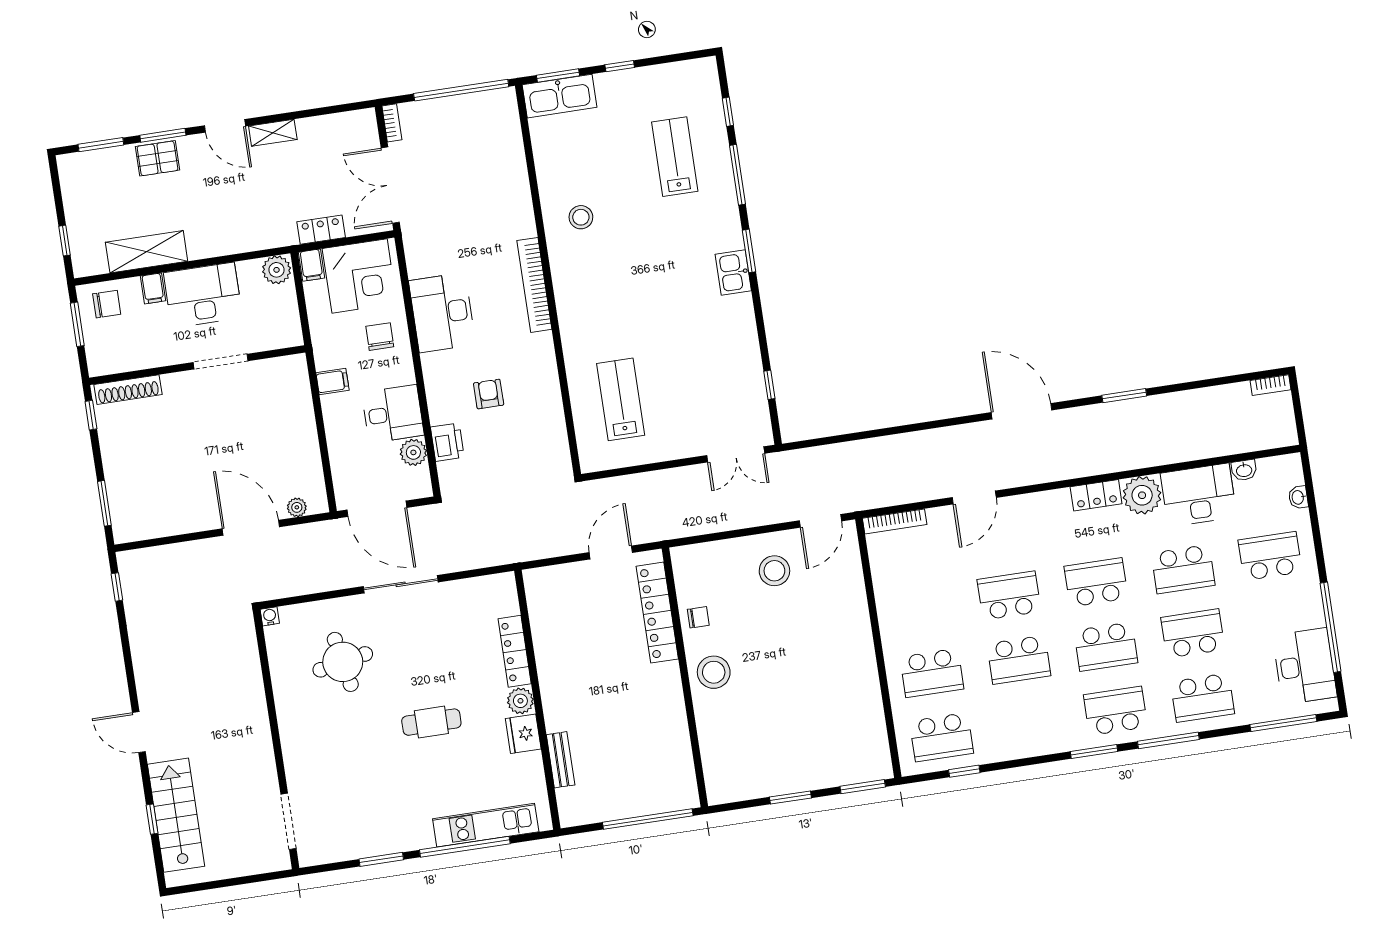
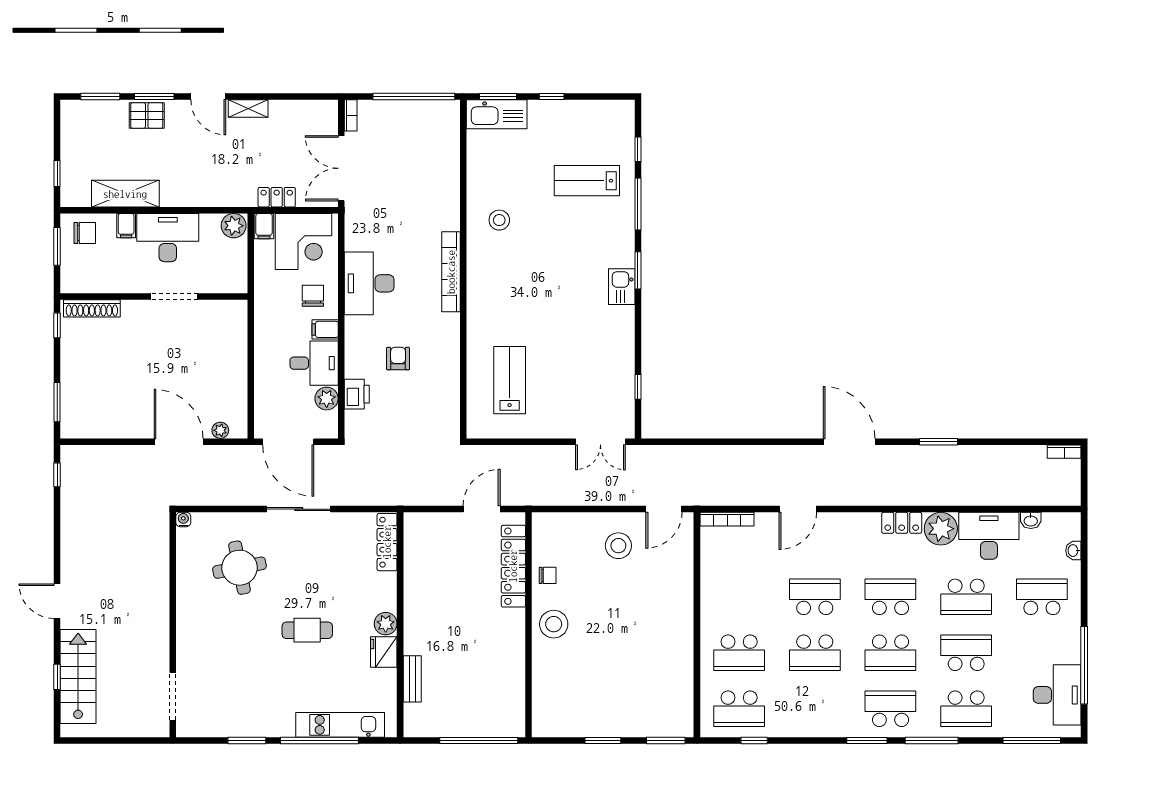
lab bench: (675, 157) -> (587, 181), turned -90
filing cabinet: (332, 381) -> (325, 329), moved, turned 180
locker: (515, 651) -> (387, 542), moved

